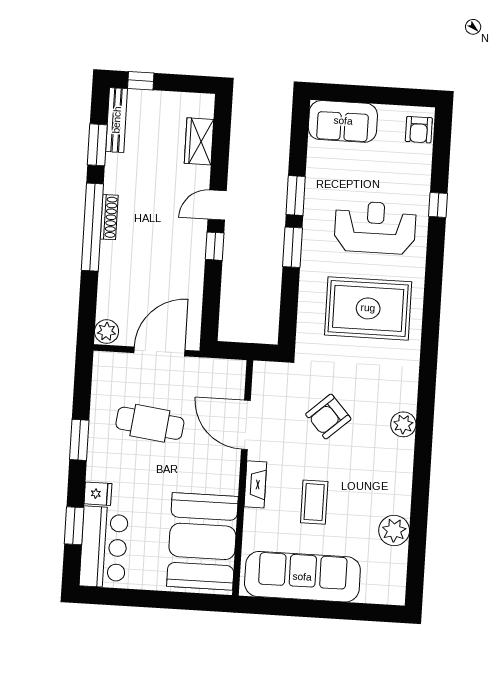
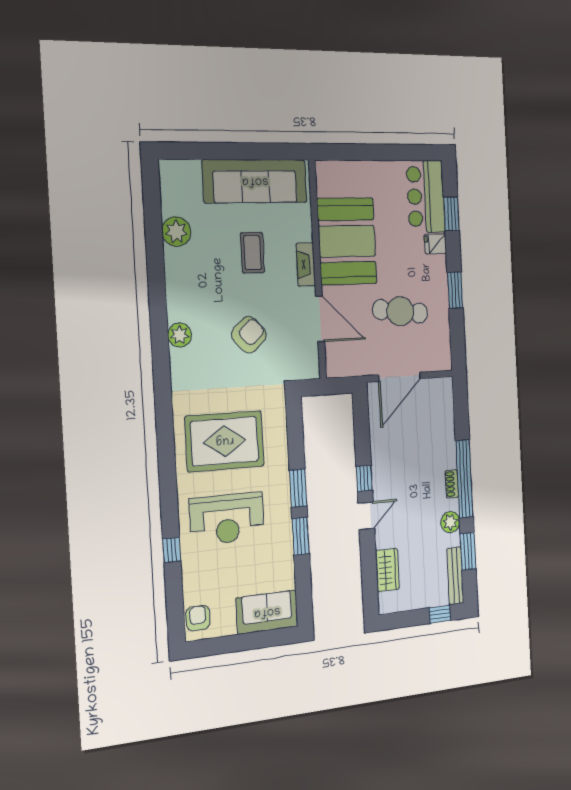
shoe rack: (109, 217) -> (452, 484), width x0.70
plant: (107, 331) -> (450, 522), moved
booth: (202, 541) -> (347, 241), moved

